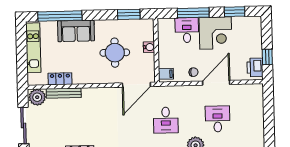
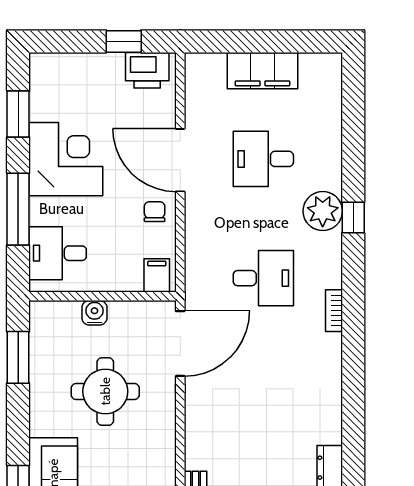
desk: (187, 30) -> (58, 253), moved
door: (136, 85) -> (180, 344), hinge flipped
filing cabinet: (256, 118) -> (262, 71), added

